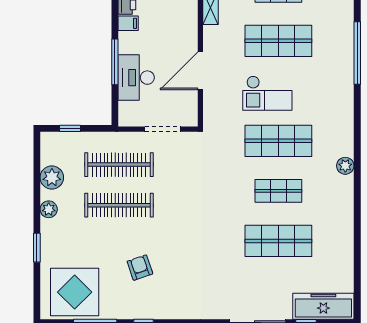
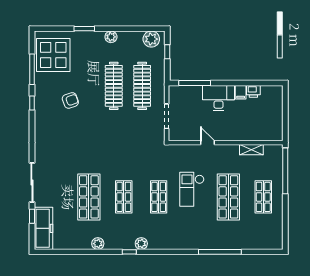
window: (115, 62) -> (195, 83), moved
door: (200, 71) -> (208, 143), width x0.53
desk: (136, 78) -> (218, 98), moved
shop shelf: (278, 141) -> (159, 197), width x0.70, depth x0.74
plant: (52, 177) -> (151, 39), moved
window: (357, 183) -> (129, 252), added
plant: (345, 228) -> (98, 244), added

